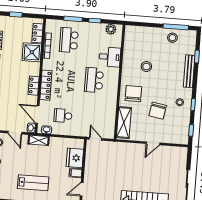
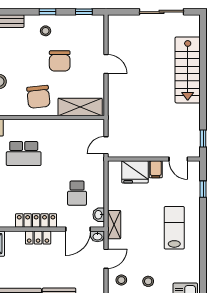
chair: (133, 94) -> (38, 97), turned -96
chair: (158, 111) -> (60, 61), turned 80

